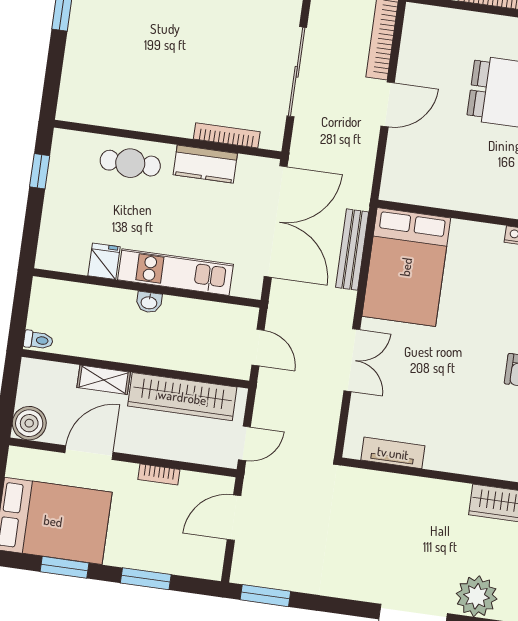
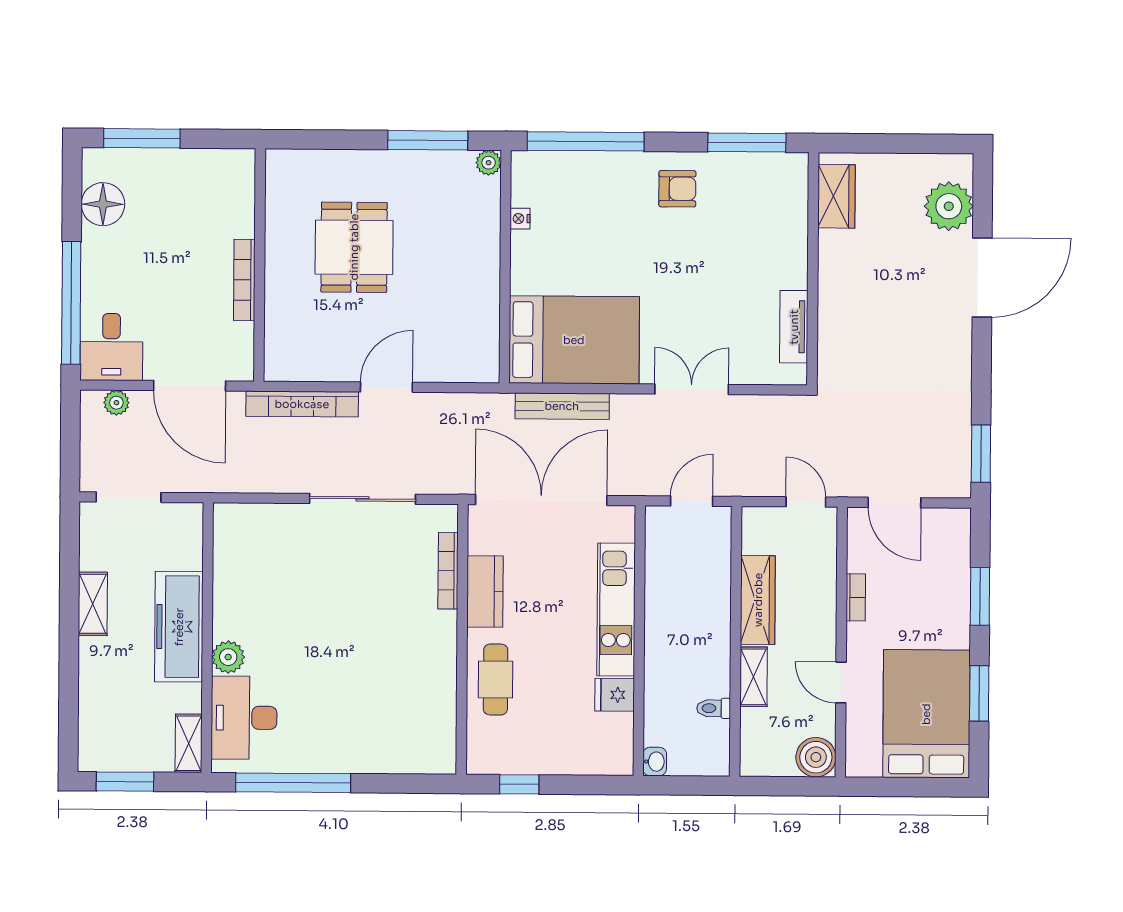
door: (388, 104) -> (386, 387), hinge flipped
washbasin: (149, 302) -> (655, 762), moved
toilet: (38, 340) -> (714, 708), moved, turned -90
wardrobe: (182, 397) -> (758, 600), width x0.71, depth x0.85
door: (89, 453) -> (841, 683), width x0.73

